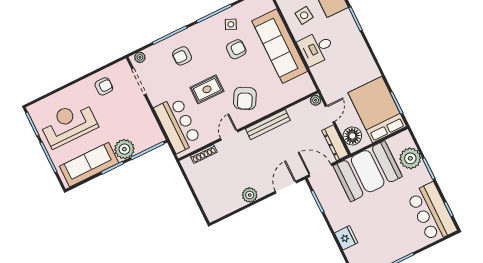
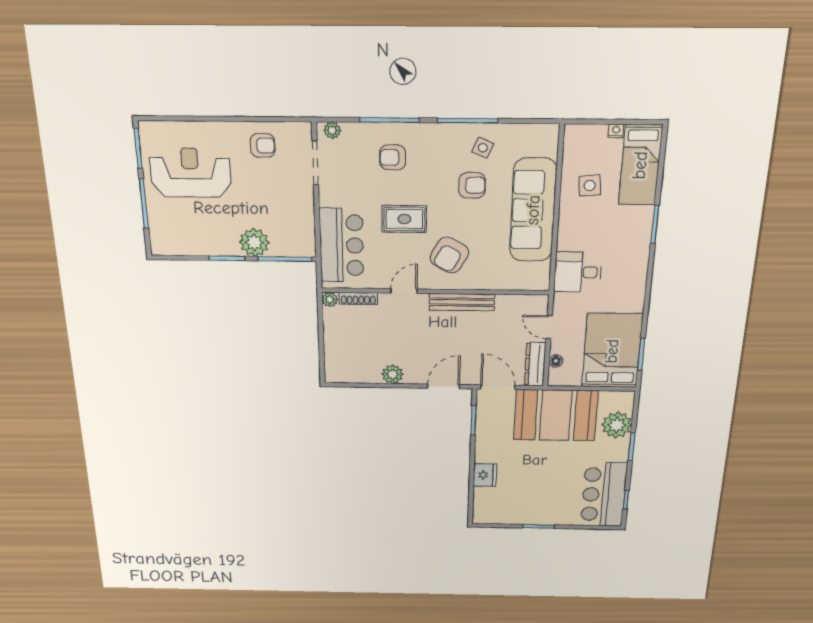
desk: (316, 48) -> (578, 272), moved
plant: (316, 100) -> (330, 299), moved
door: (330, 114) -> (549, 327), swing flipped
floor lamp: (352, 136) -> (556, 361), width x0.53, depth x0.53
sofa: (89, 165) -> (197, 239), removed

